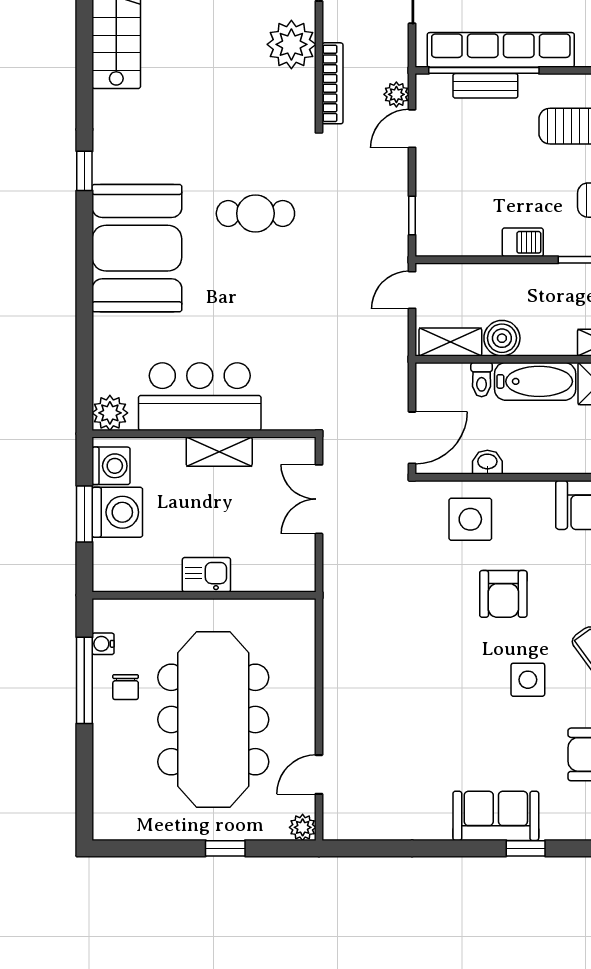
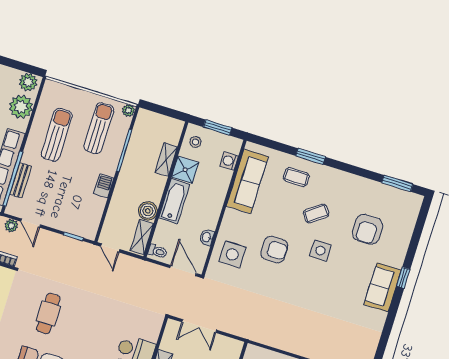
toilet: (482, 380) -> (158, 251), moved

